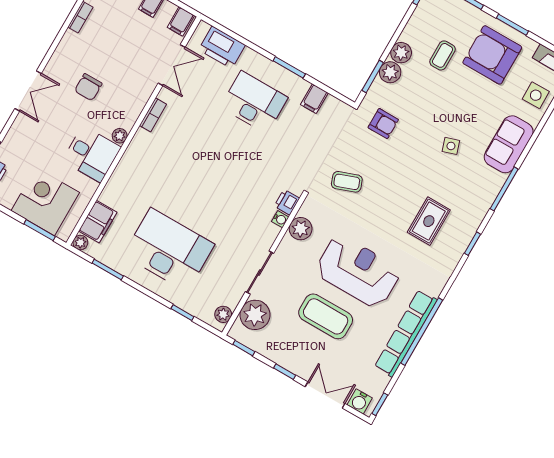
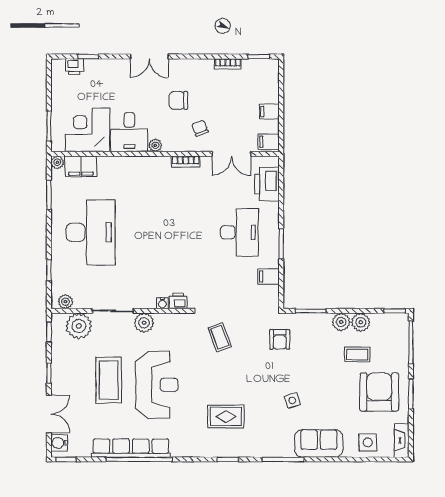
plant: (390, 72) -> (361, 322), moved
chair: (128, 82) -> (200, 128), added
corner desk: (45, 202) -> (88, 130), moved, turned -90
plant: (301, 229) -> (144, 323), moved

